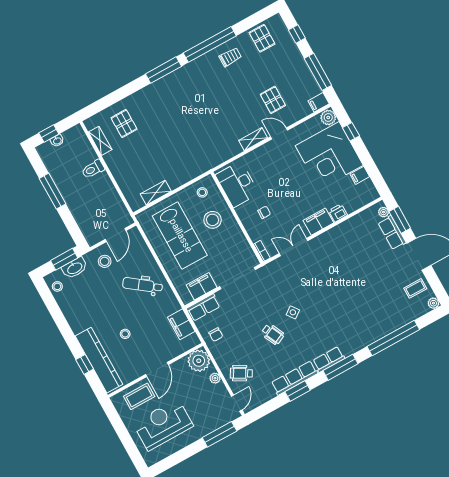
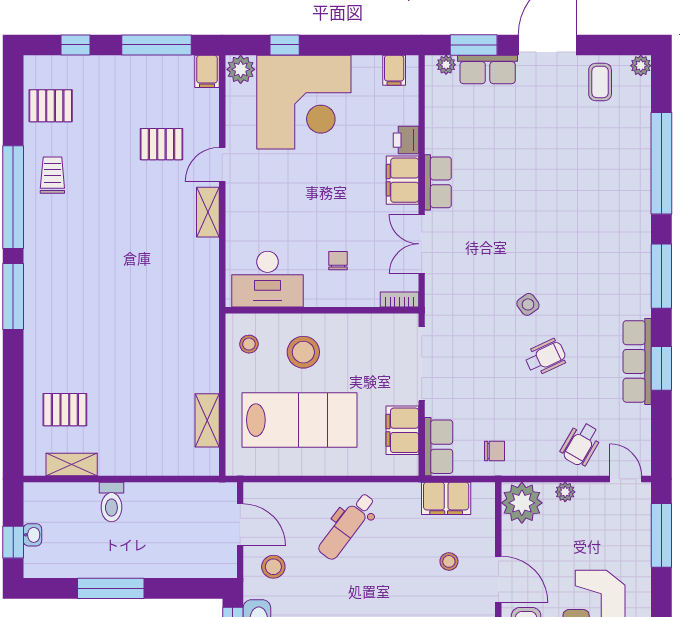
filing cabinet: (360, 175) -> (394, 70), moved
stool: (125, 334) -> (449, 561), moved
row of seats: (329, 359) -> (438, 182), moved, turned 180

